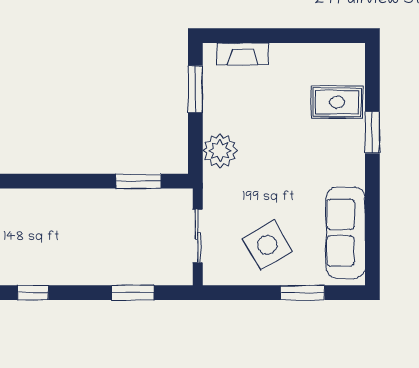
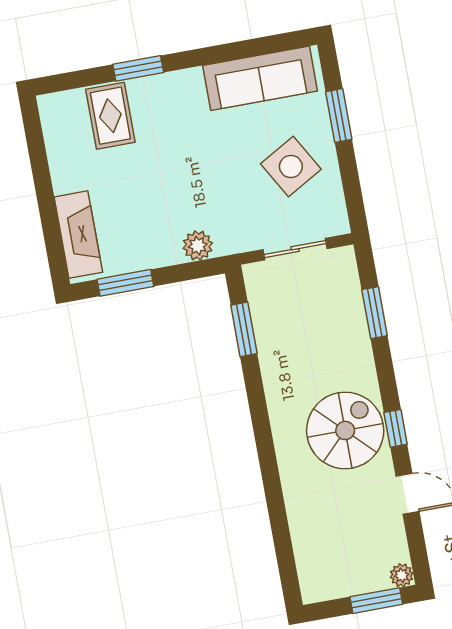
fireplace: (243, 54) -> (78, 235), width x1.37, depth x1.32
plant: (220, 151) -> (198, 246), width x0.73, depth x0.73
spiral stairs: (39, 250) -> (345, 430), added

